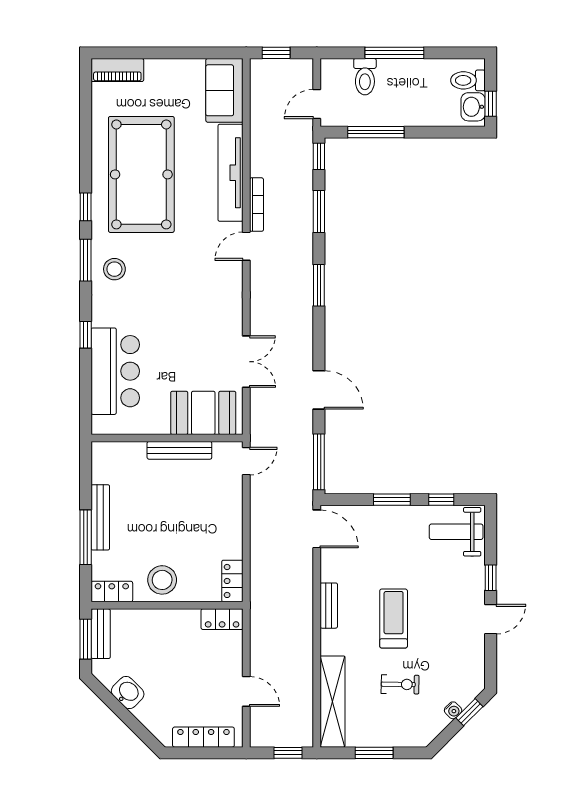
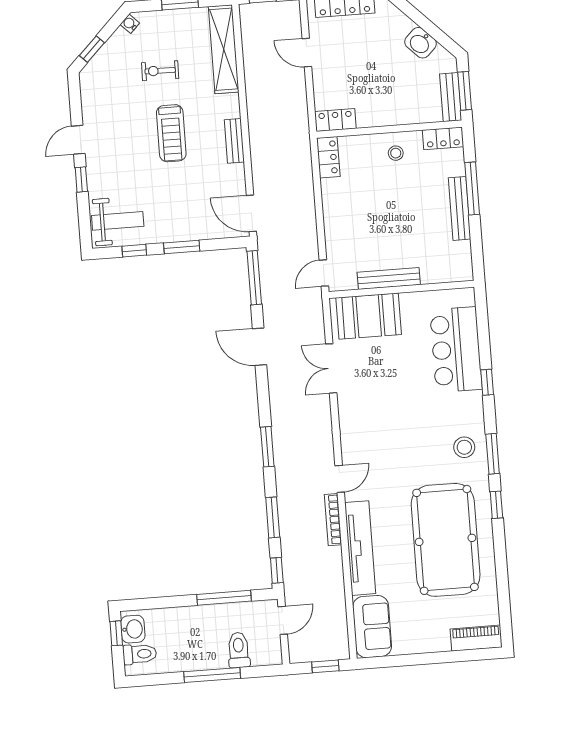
stool: (162, 580) -> (396, 153), width x0.53, depth x0.53
water cooler: (453, 710) -> (130, 24), moved

